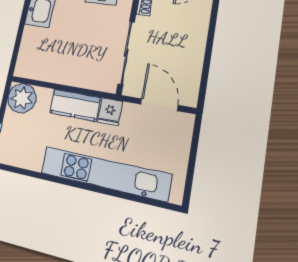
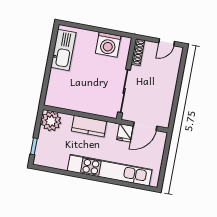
door: (159, 105) -> (145, 126), swing flipped
fridge: (110, 112) -> (125, 133), moved

